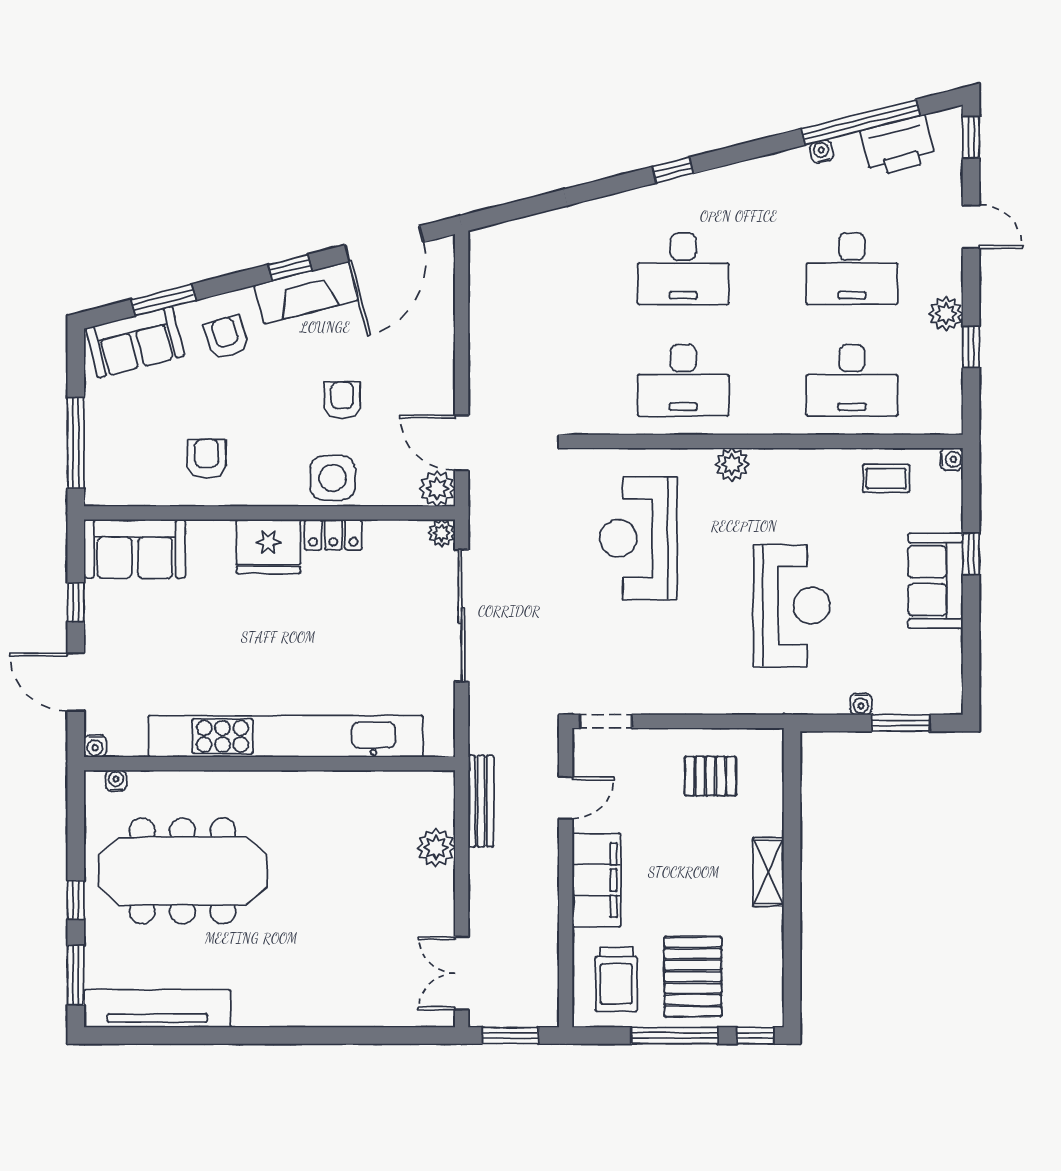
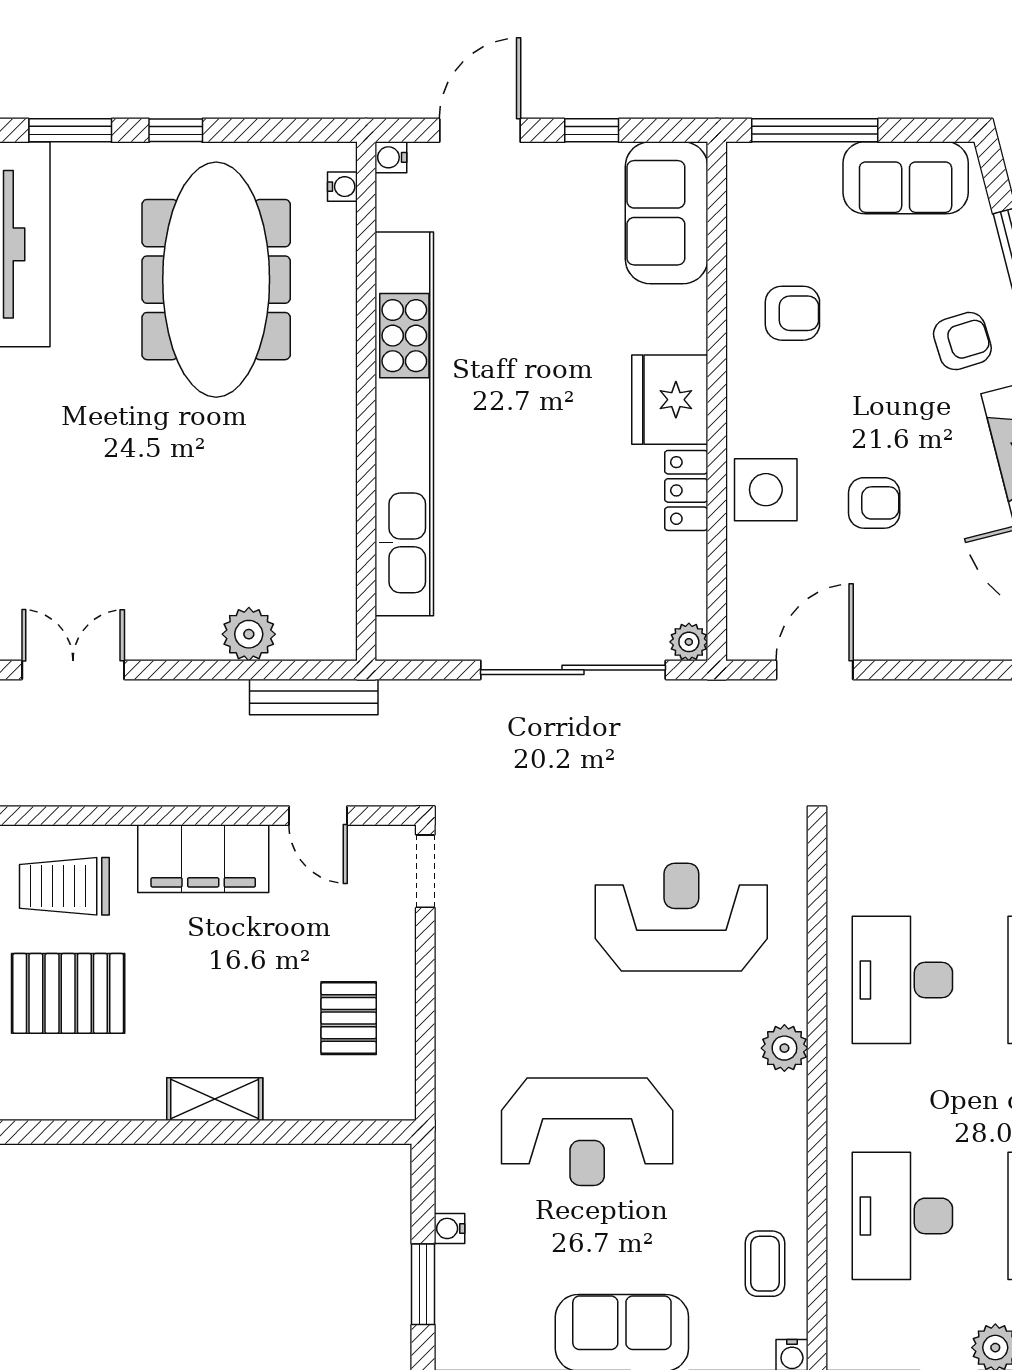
sofa: (135, 342) -> (906, 178), moved, turned -76
plant: (437, 489) -> (751, 636), removed

